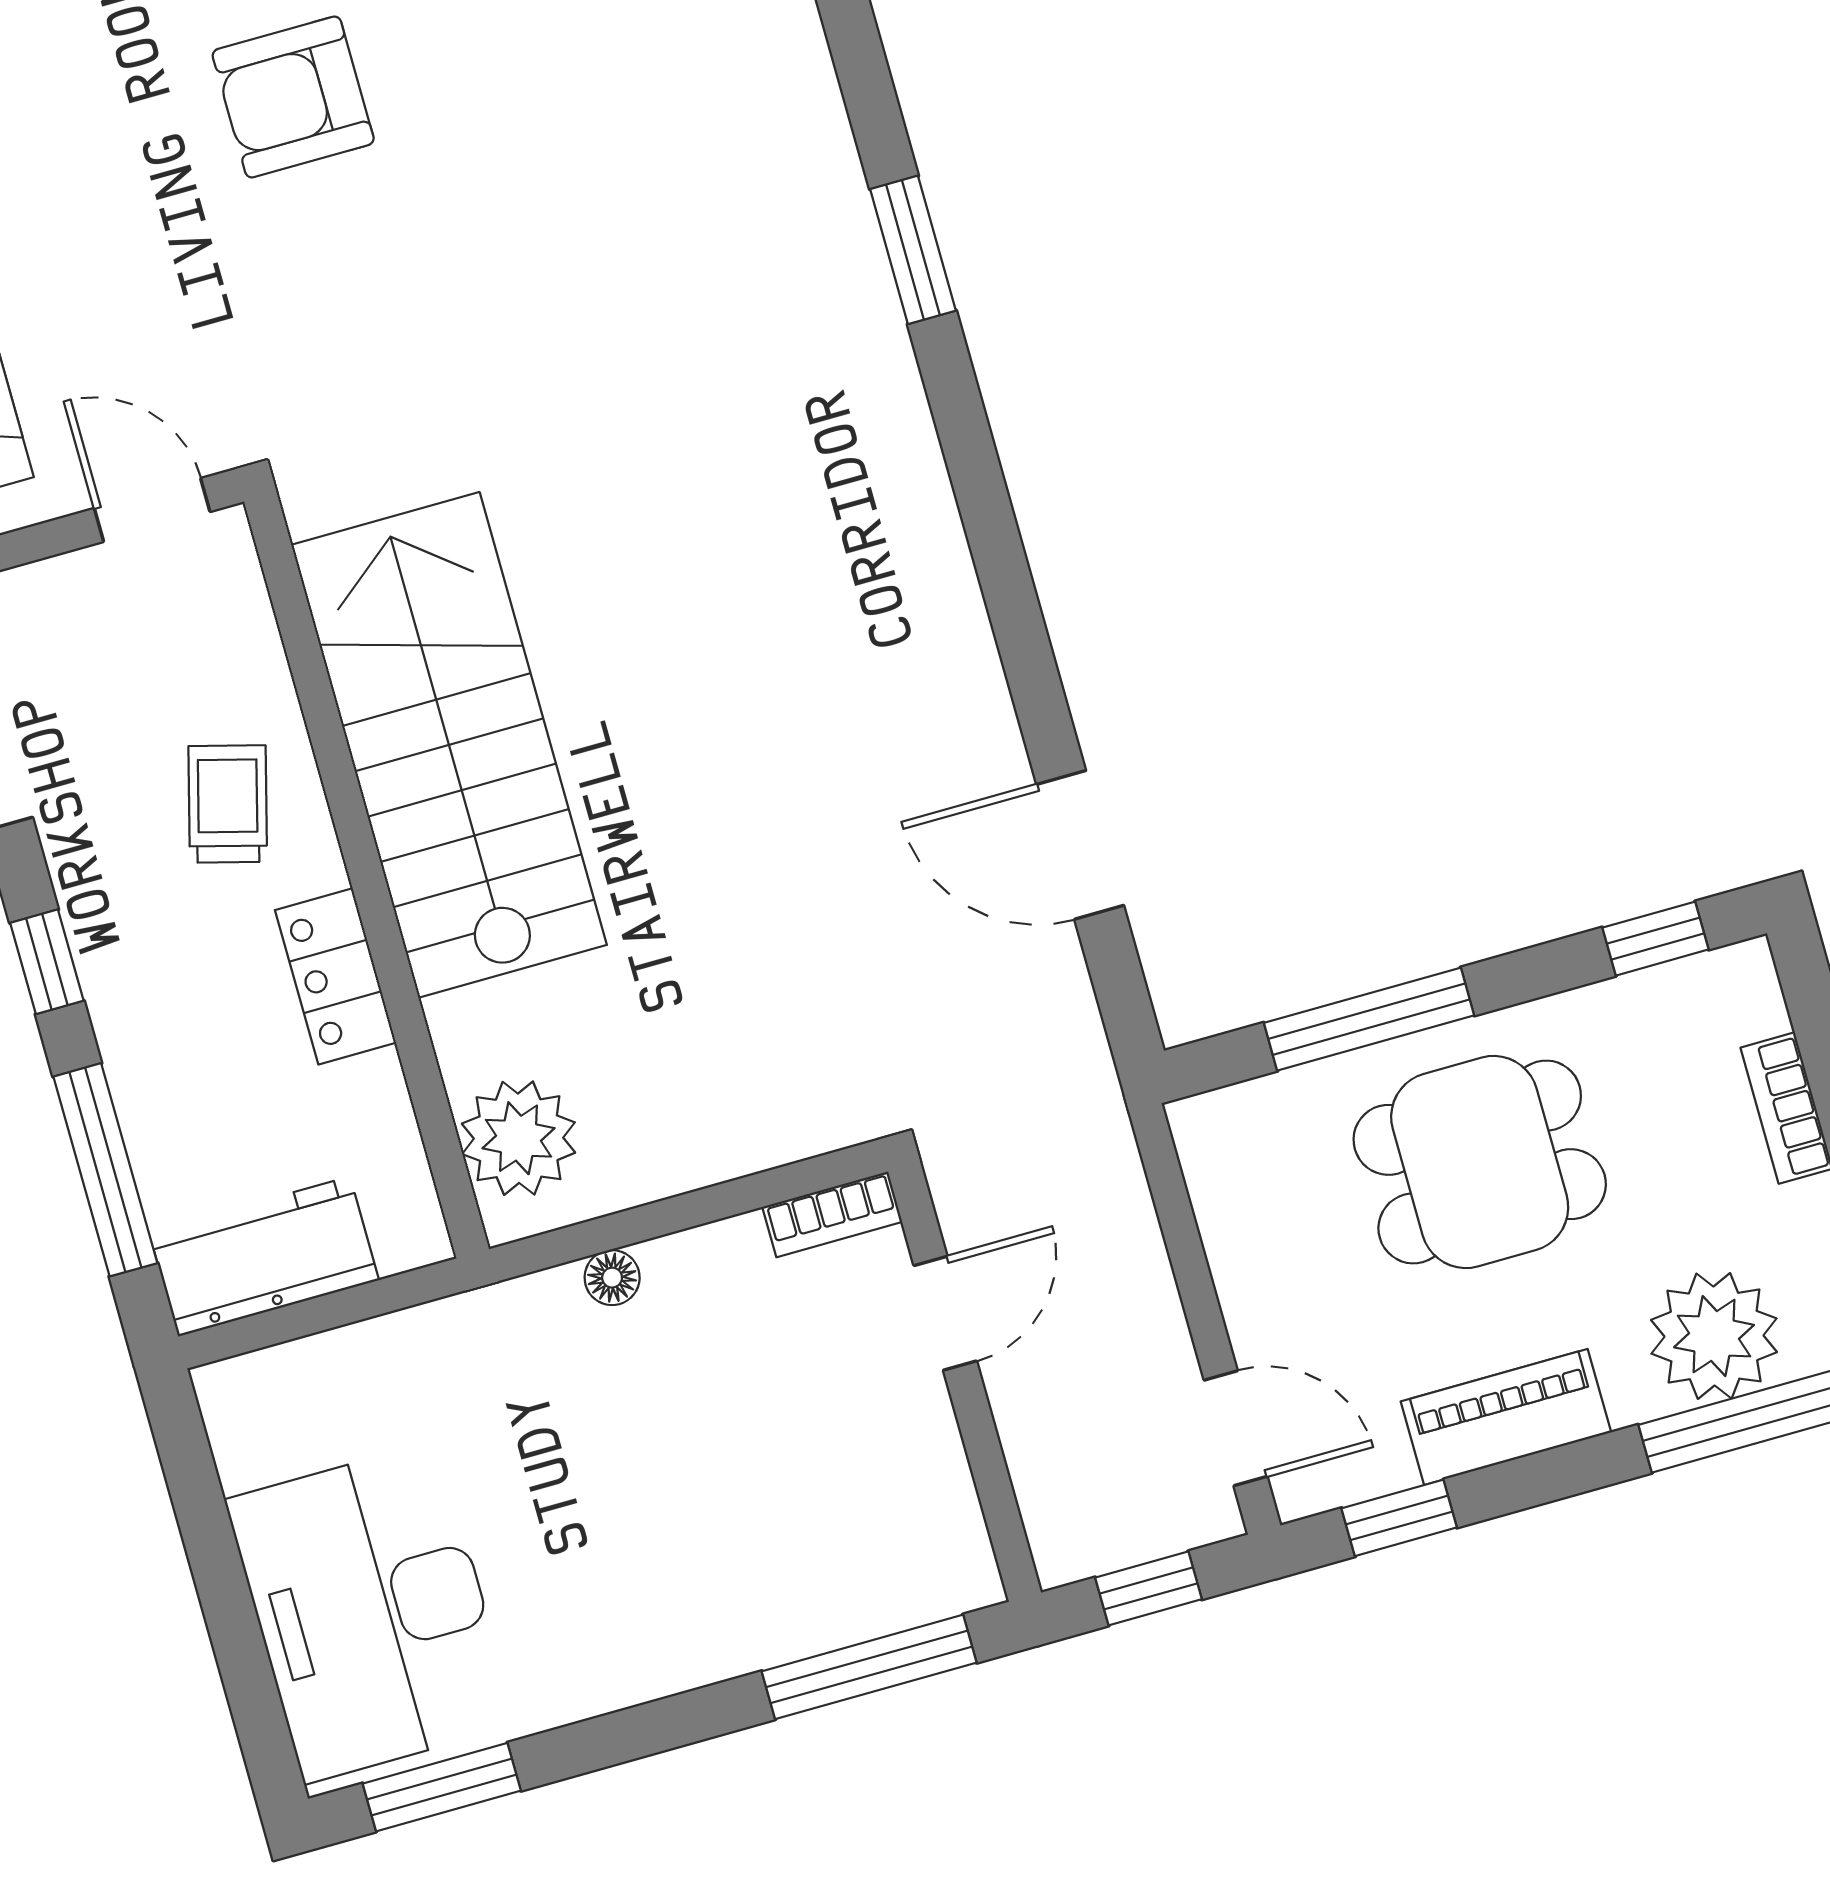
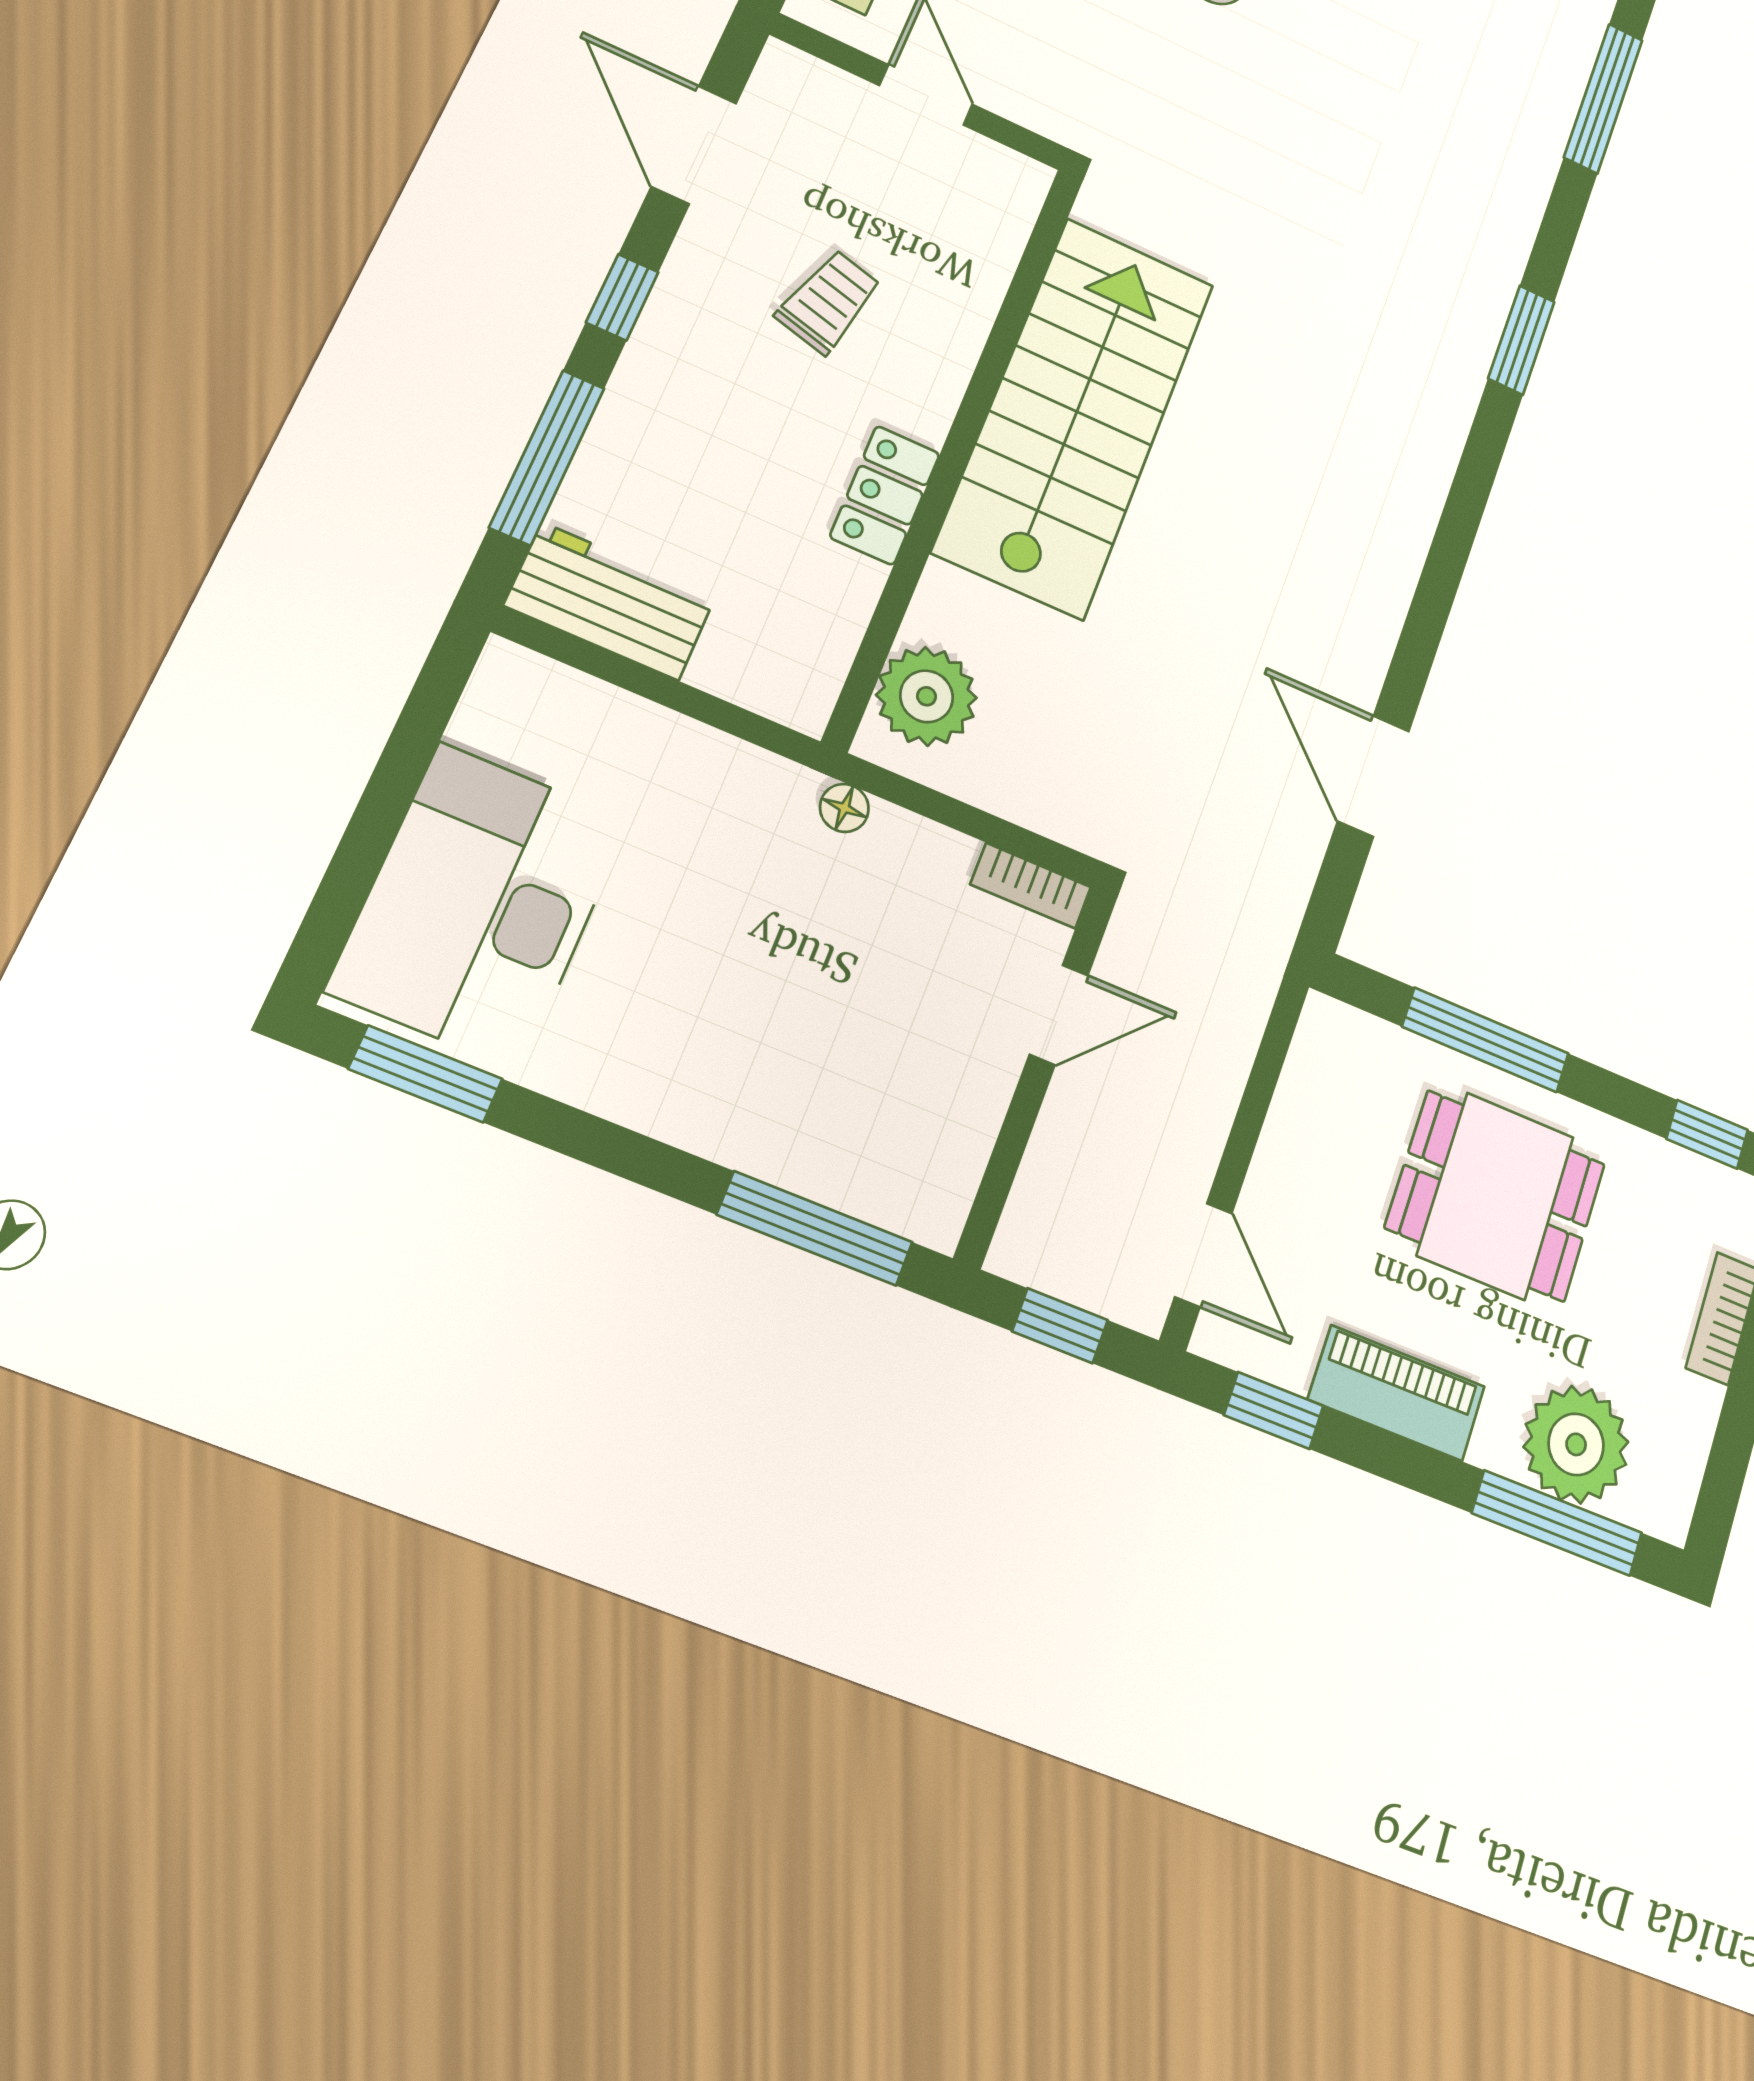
stairs: (449, 745) -> (1075, 416), moved
wall: (366, 875) -> (957, 450), moved
locker: (336, 976) -> (885, 495), moved
plant: (519, 1138) -> (926, 696), moved

